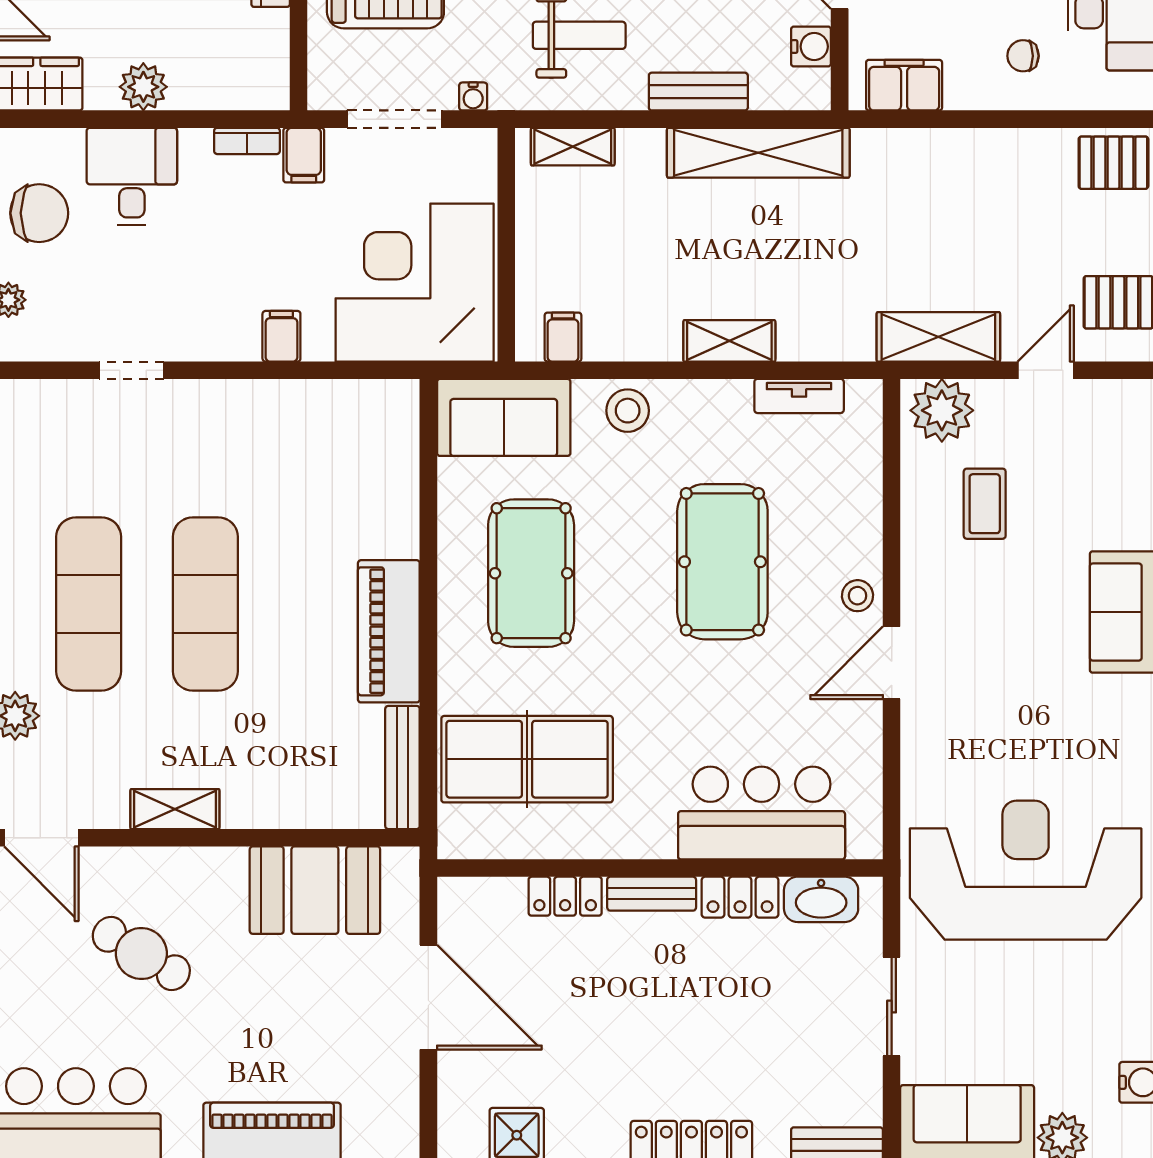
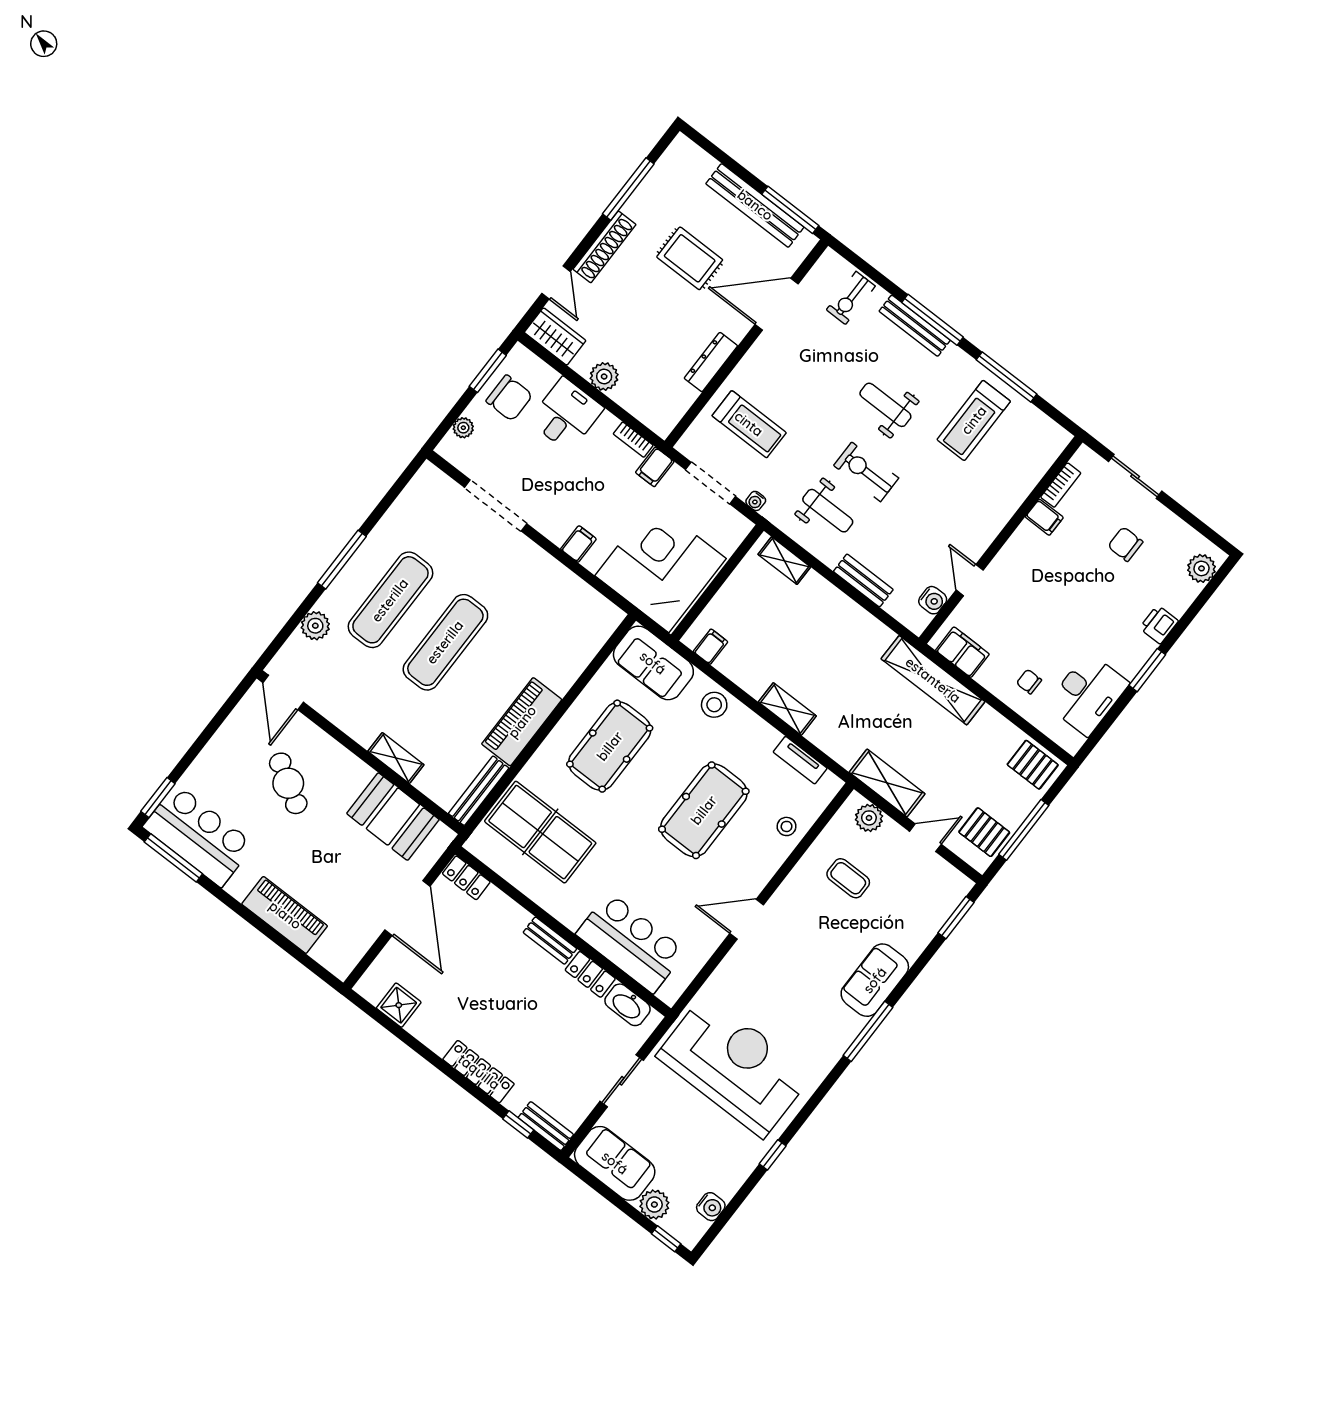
shelving: (758, 153) -> (933, 680), moved
doorway: (131, 370) -> (496, 505), width x1.88
plant: (942, 410) -> (869, 818), width x0.73, depth x0.73
coffee table: (985, 504) -> (848, 878), turned 90
stool: (857, 596) -> (787, 826), moved
shelving: (175, 809) -> (396, 758), moved
locker: (565, 896) -> (466, 878), moved

